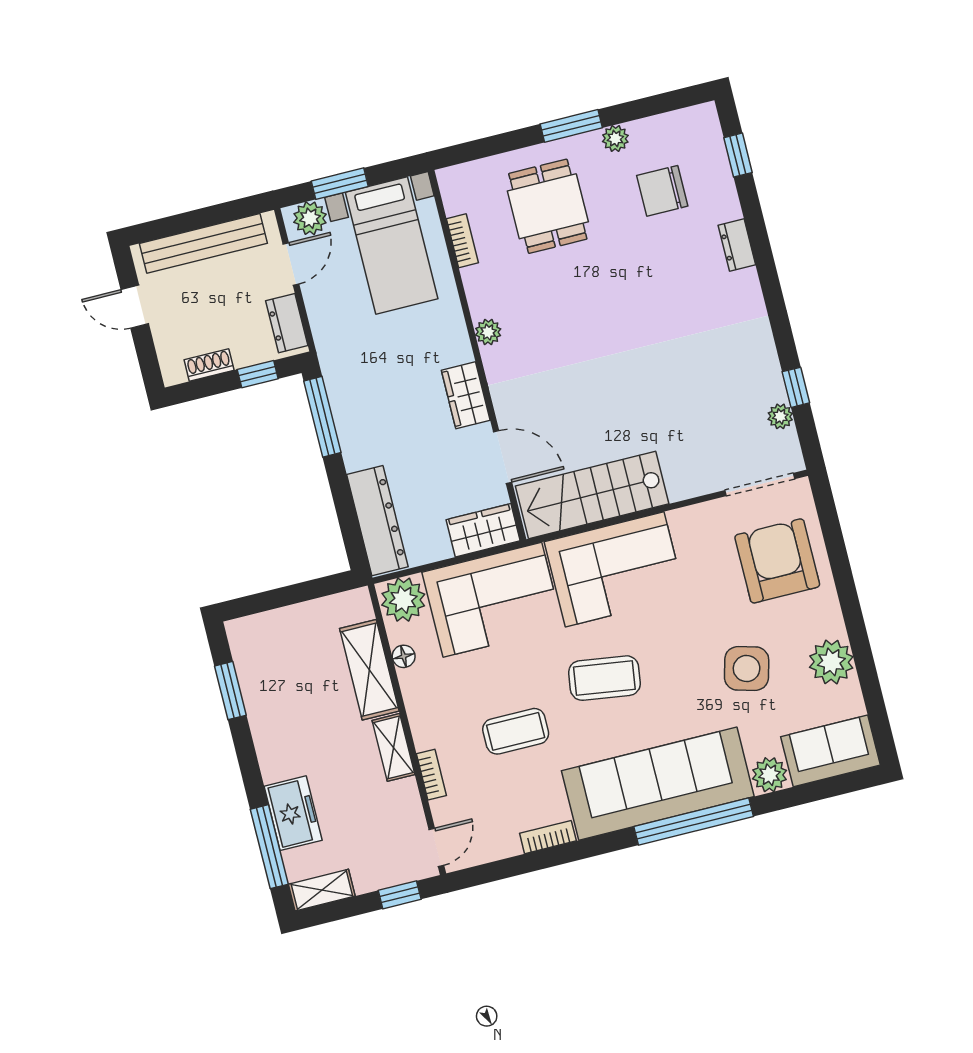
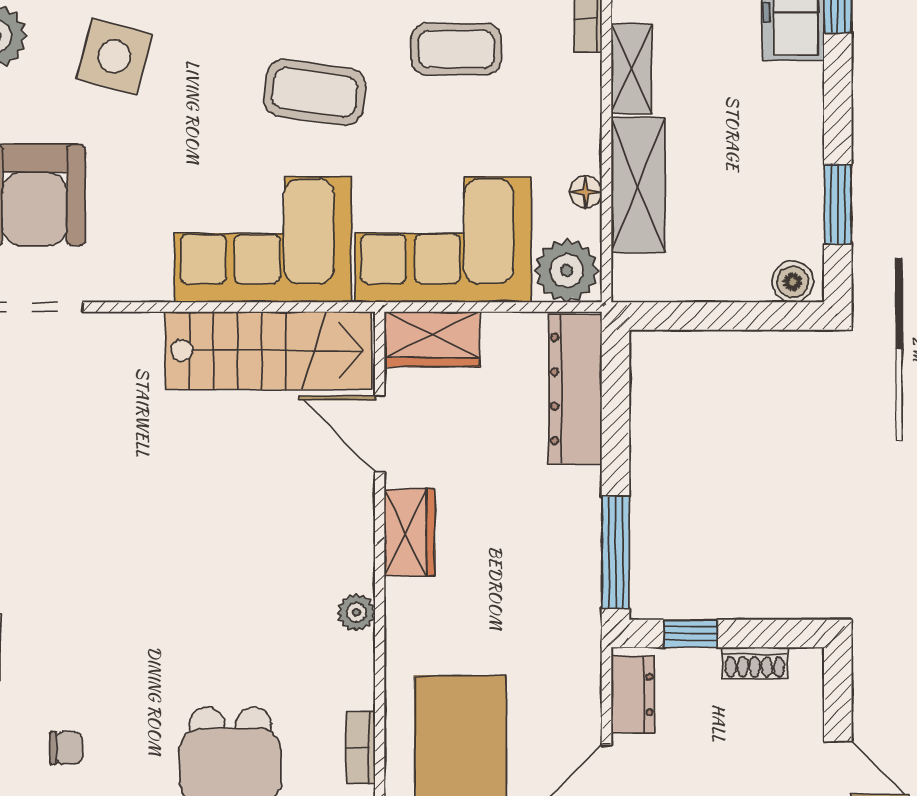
chair: (662, 191) -> (66, 748), width x0.54, depth x0.54
boiler: (248, 630) -> (793, 282), added

